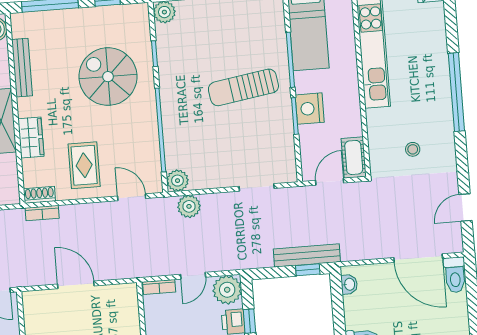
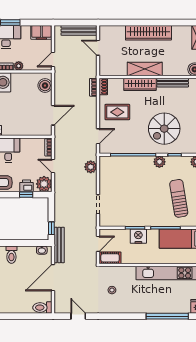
spiral stairs: (108, 77) -> (164, 129), turned 180
sun lounger: (243, 87) -> (179, 198), moved
window: (456, 92) -> (167, 316), moved
wardrobe: (31, 137) -> (140, 84), width x1.50
plant: (178, 181) -> (159, 162), moved
door: (330, 182) -> (98, 244), hinge flipped
bench: (307, 255) -> (59, 245), moved
door: (418, 258) -> (53, 278), moved
door: (76, 285) -> (53, 115), moved
boiler: (46, 302) -> (45, 86), added

